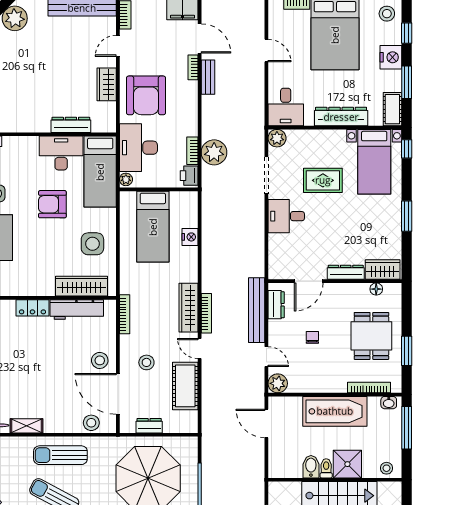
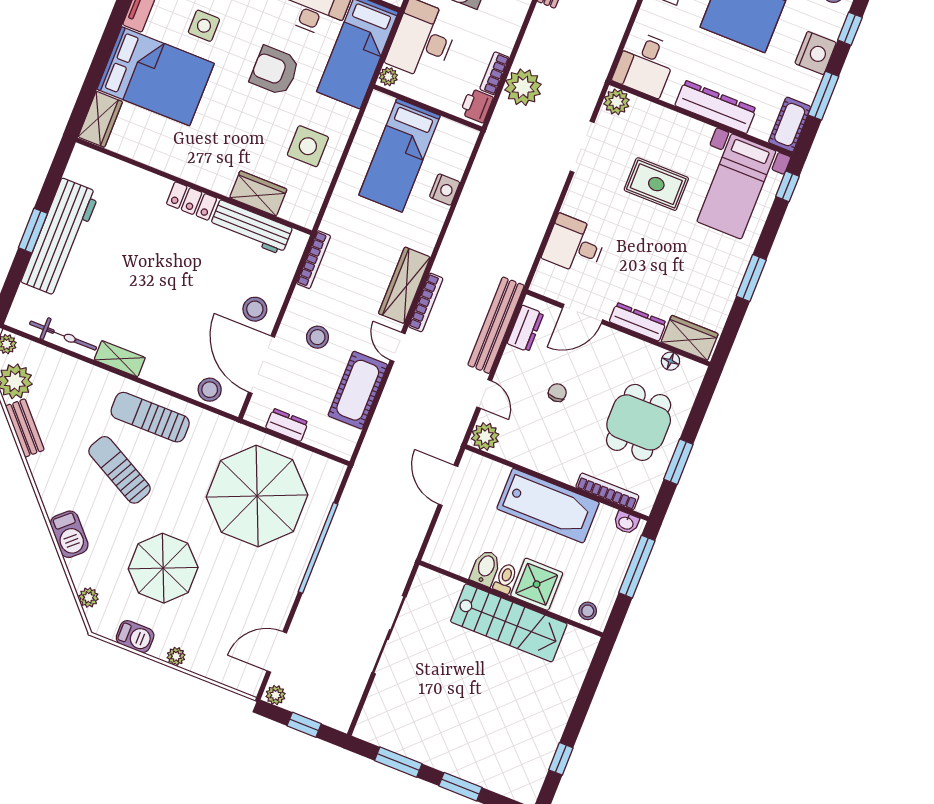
desk: (286, 216) -> (574, 245), moved
wardrobe: (81, 286) -> (258, 193), width x0.67

